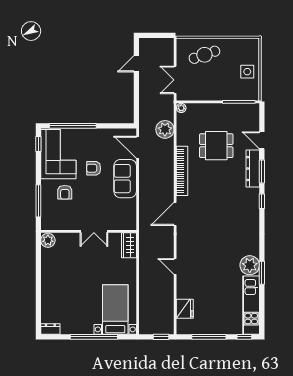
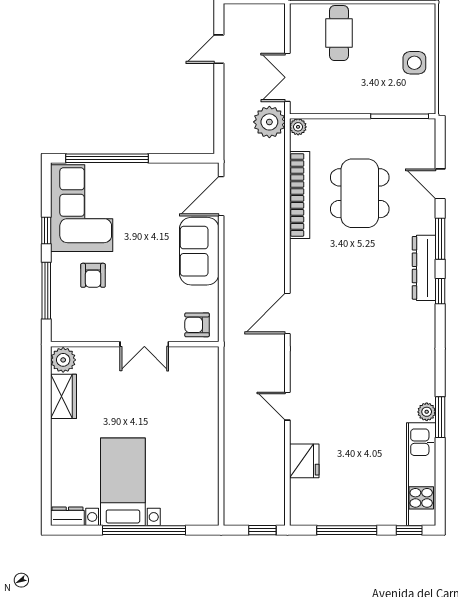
cafe table: (204, 55) -> (339, 33), turned -71
plant: (165, 129) -> (269, 122), moved
window: (38, 144) -> (46, 230), moved
dining table: (216, 146) -> (360, 193), width x1.38
door: (138, 147) -> (221, 196), hinge flipped
armchair: (94, 168) -> (197, 325), moved
dresser: (253, 169) -> (424, 268), moved
bookcase: (182, 171) -> (300, 195), moved
wardrobe: (129, 245) -> (64, 396), moved, turned 180
plant: (250, 265) -> (427, 412), width x0.53, depth x0.53
bed with nightstands: (115, 309) -> (123, 482), moved
fridge: (185, 309) -> (304, 461), moved

